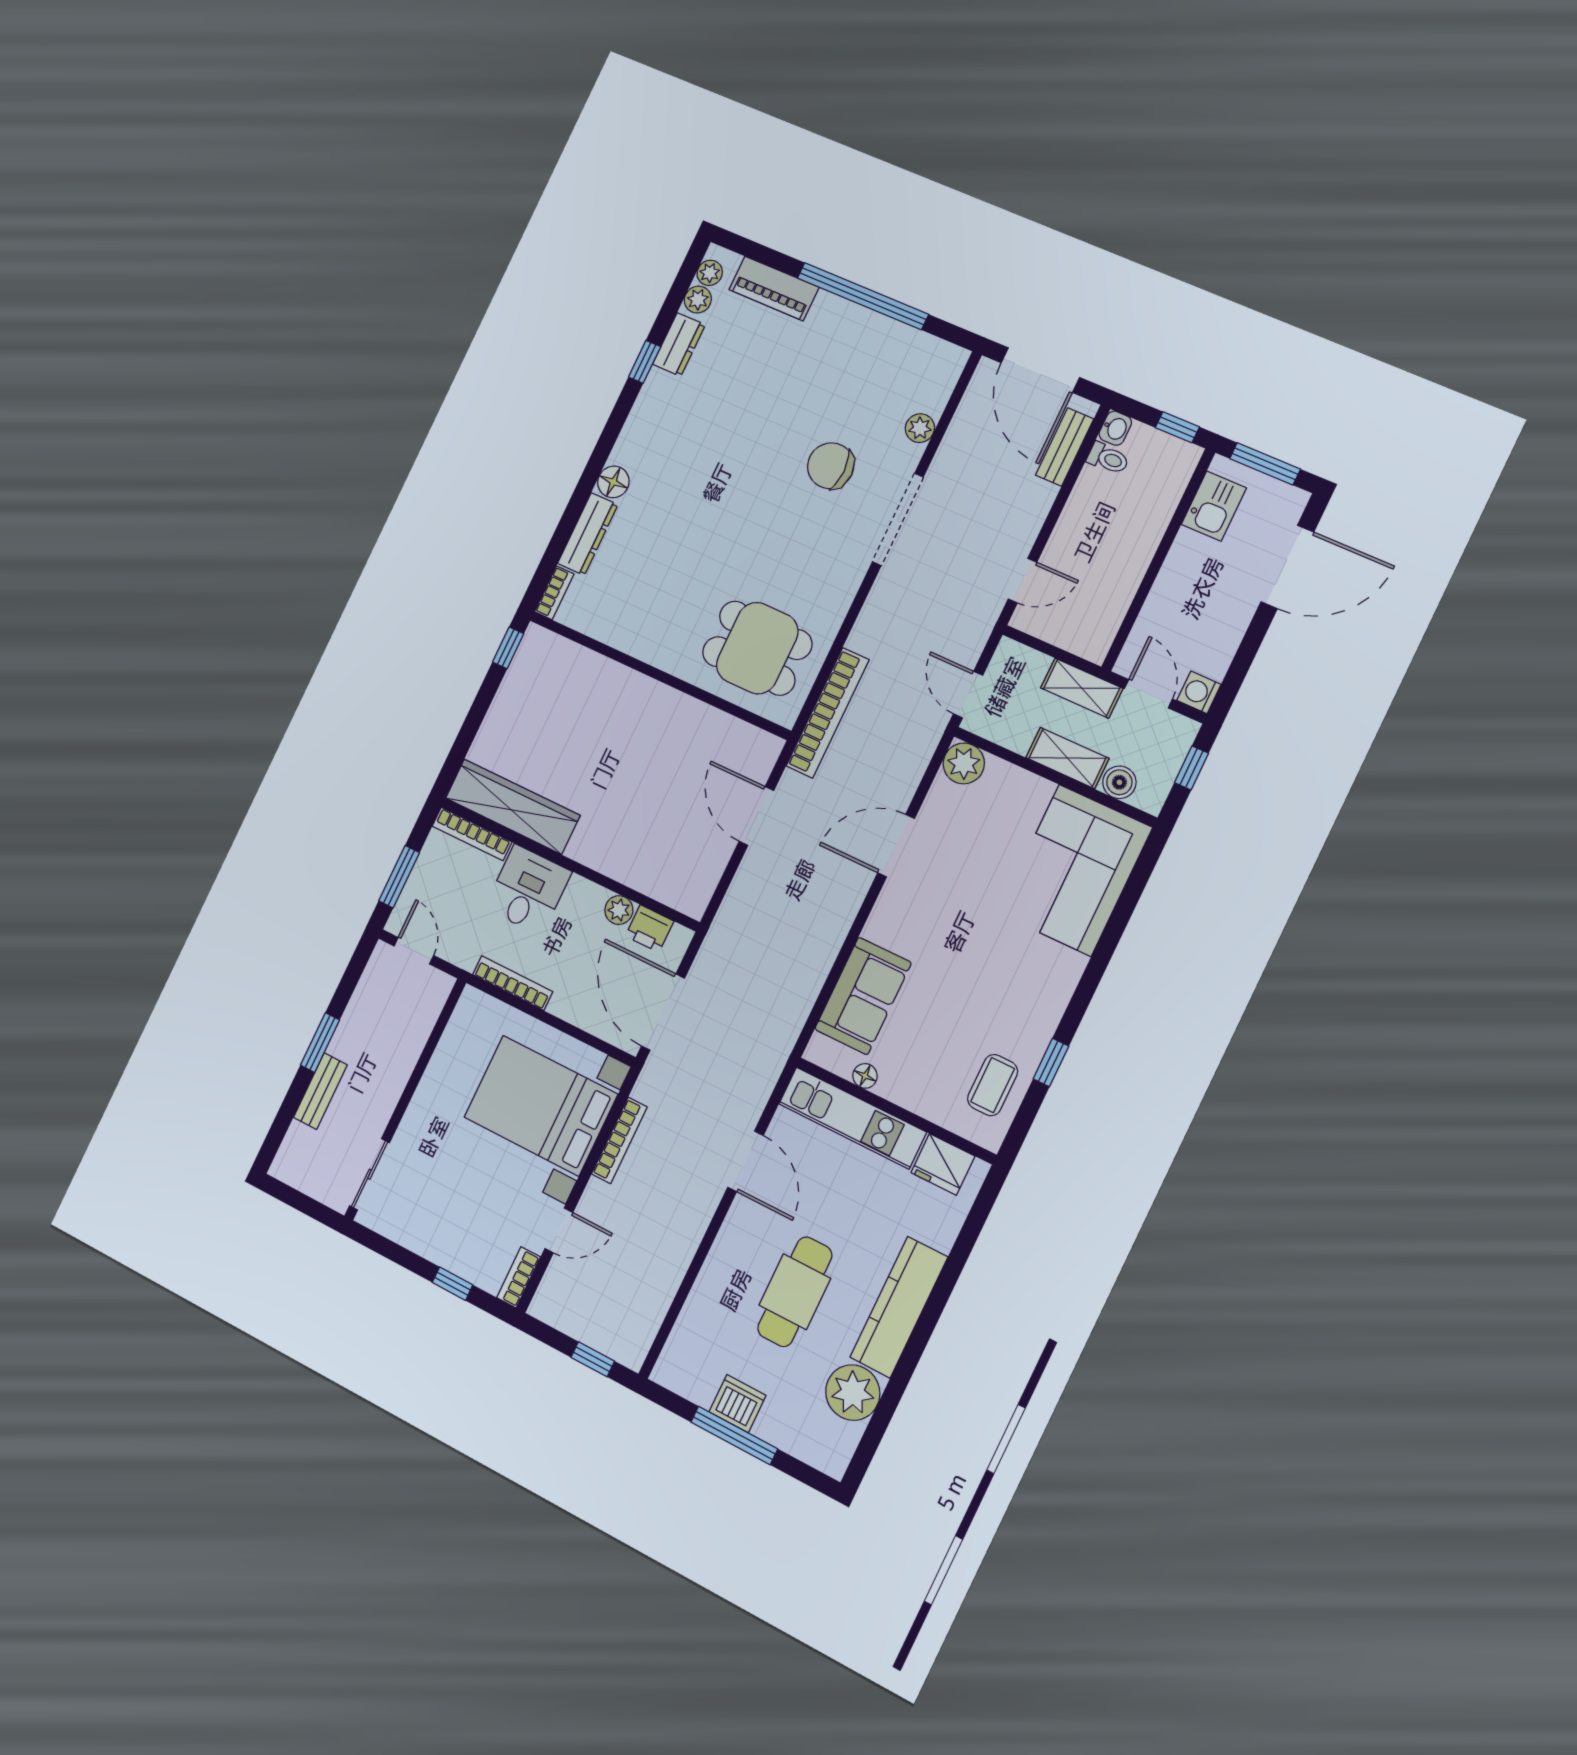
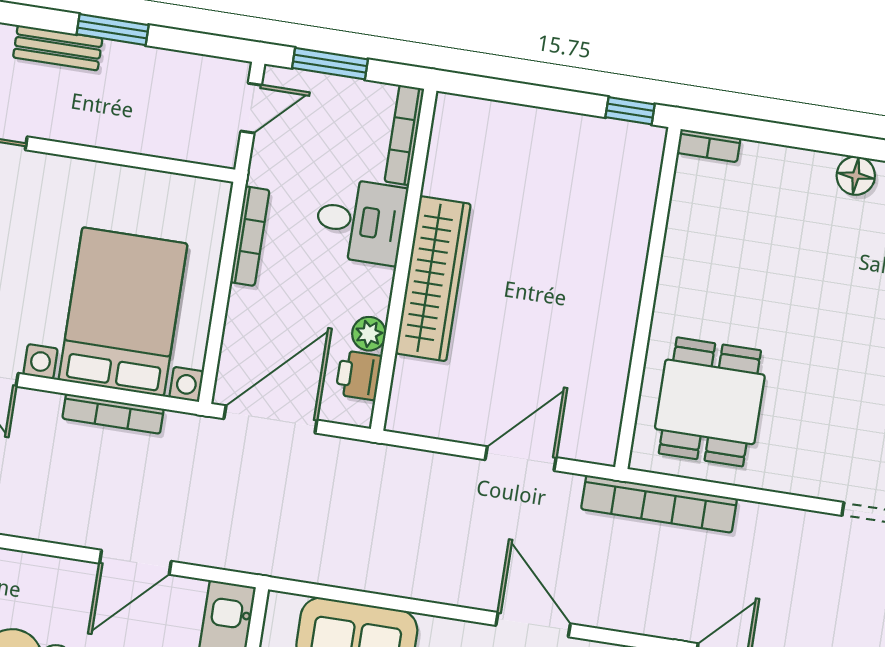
dresser: (588, 534) -> (787, 164), removed
wardrobe: (513, 807) -> (433, 279), moved

